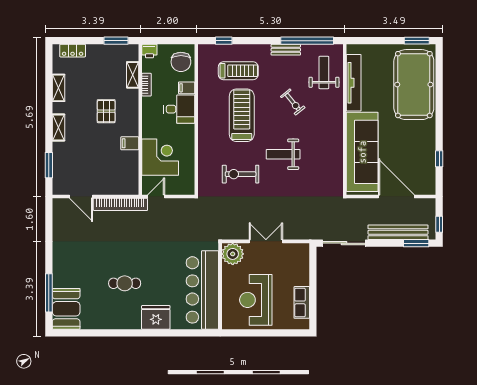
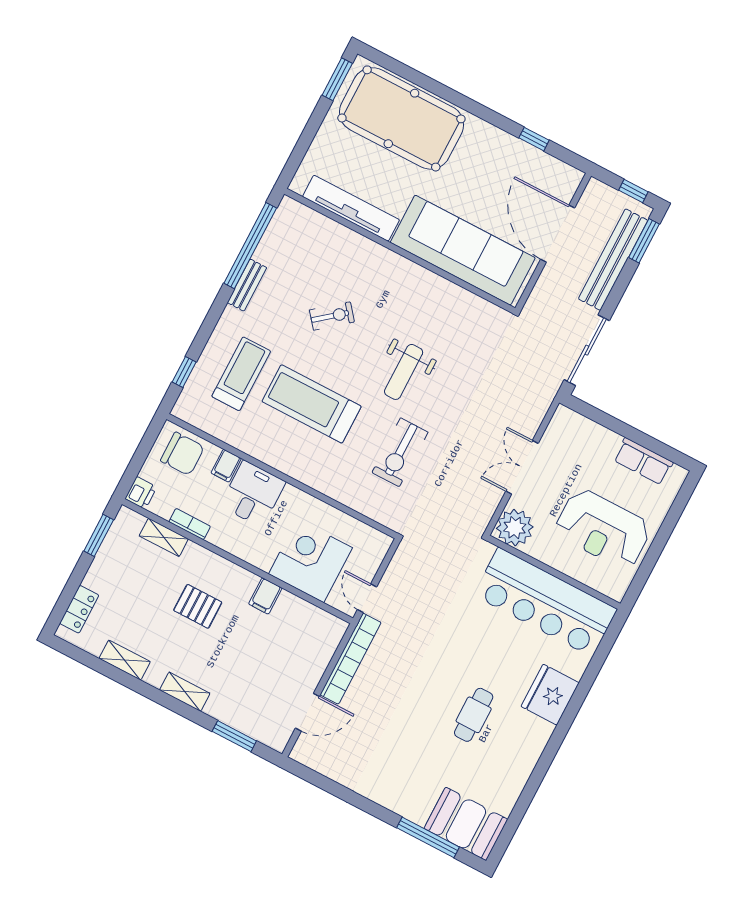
weight bench: (324, 72) -> (312, 245), removed
door: (396, 197) -> (558, 234), hinge flipped

